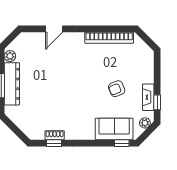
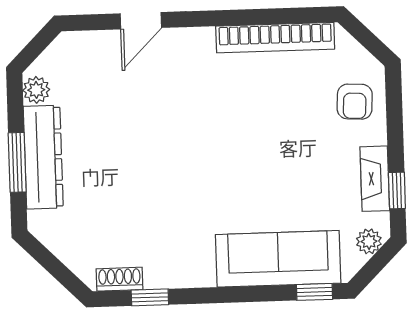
armchair: (117, 89) -> (355, 102), moved, turned -65
sofa: (114, 129) -> (278, 259), width x1.36
shoe rack: (55, 135) -> (120, 279), moved

